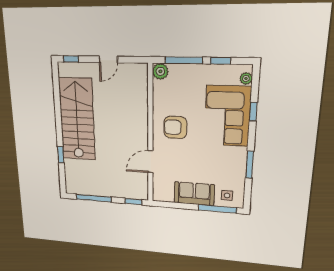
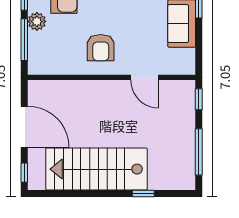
door: (108, 59) -> (24, 127), width x1.88
plant: (160, 71) -> (37, 21), moved

